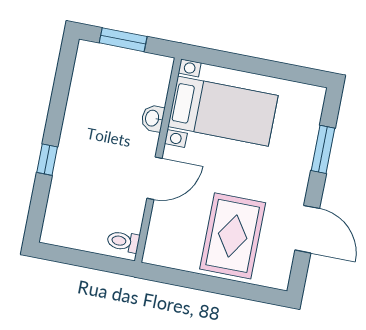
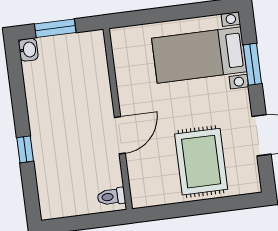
bed with nightstands: (223, 111) -> (199, 55), moved, turned 180
washbasin: (153, 118) -> (28, 50), moved, turned 180

